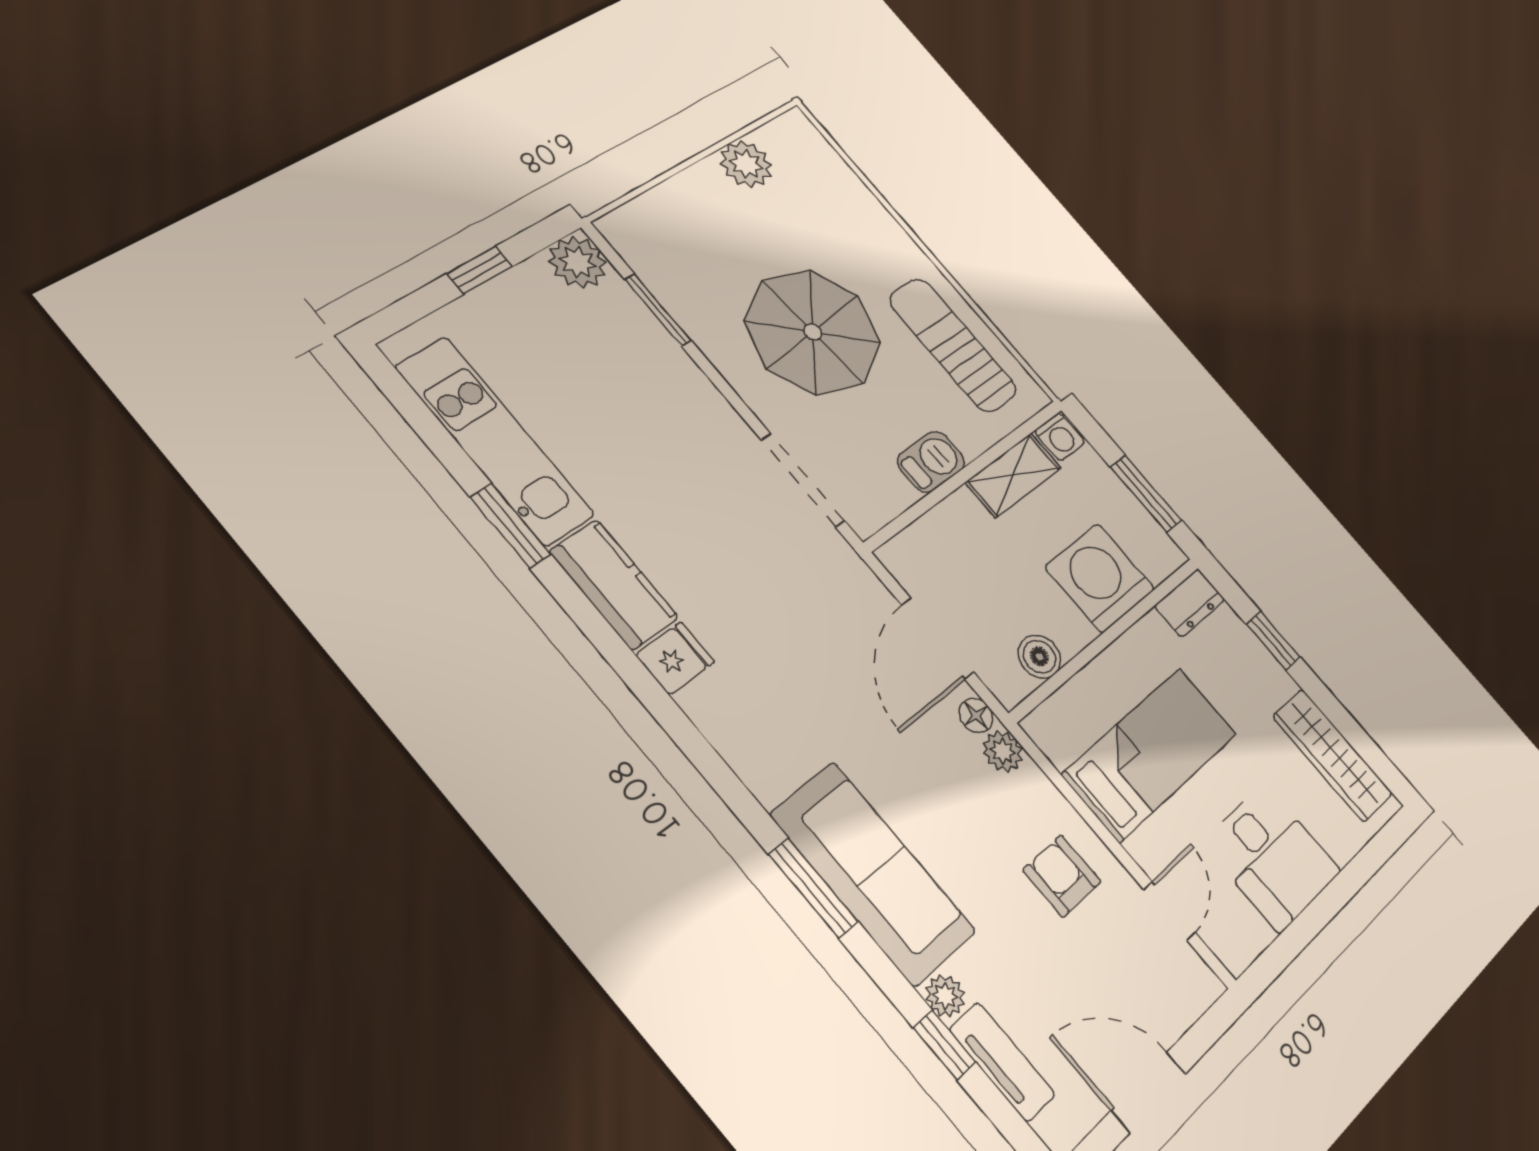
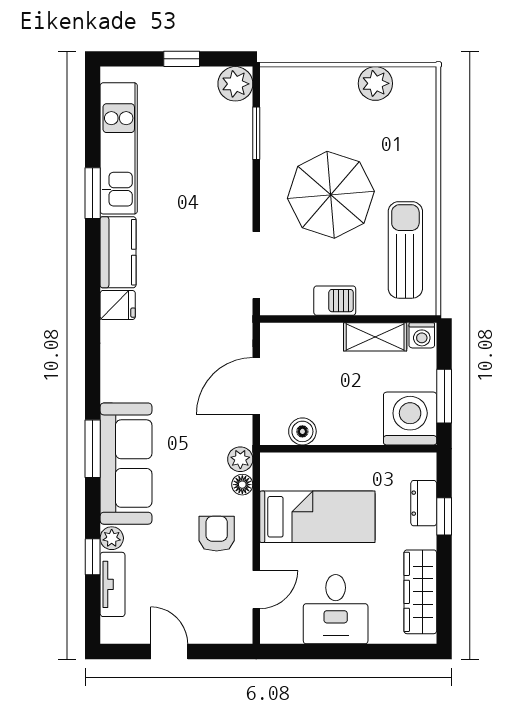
washing machine: (1100, 578) -> (410, 419), moved
dresser: (1190, 603) -> (424, 503), moved, turned 90
floor lamp: (976, 715) -> (242, 485), moved
door: (1149, 1092) -> (169, 651), width x0.73

